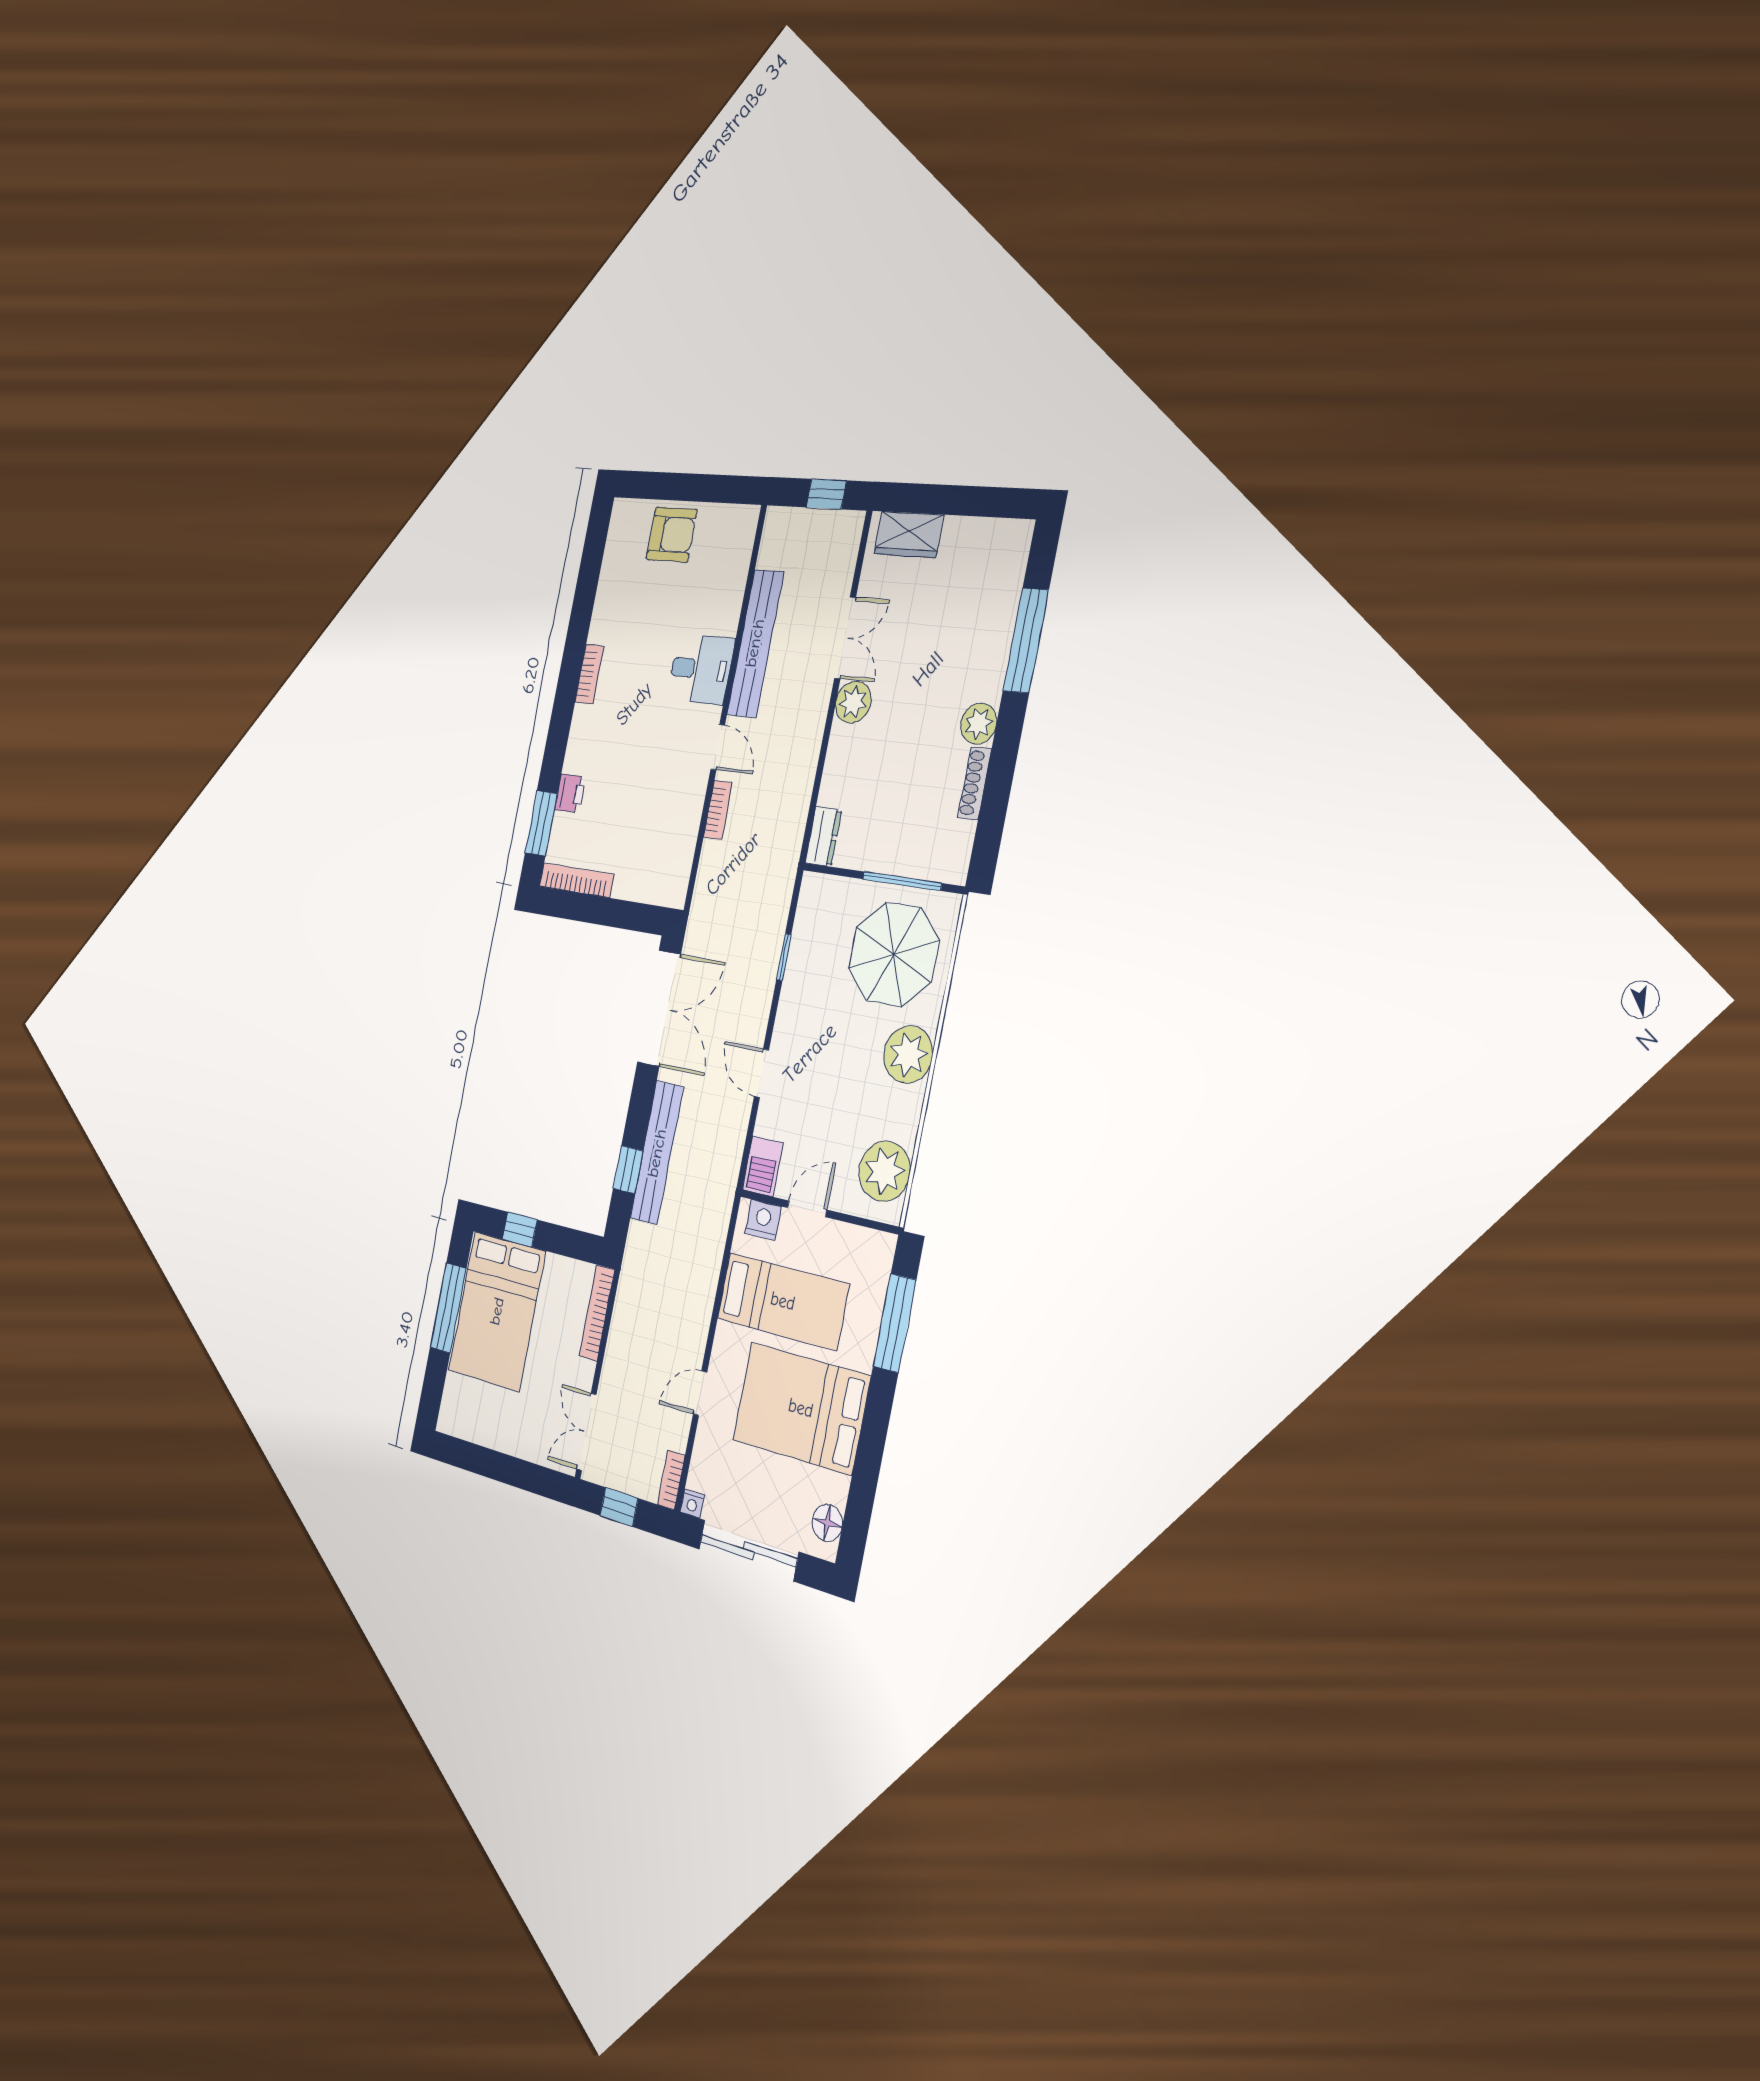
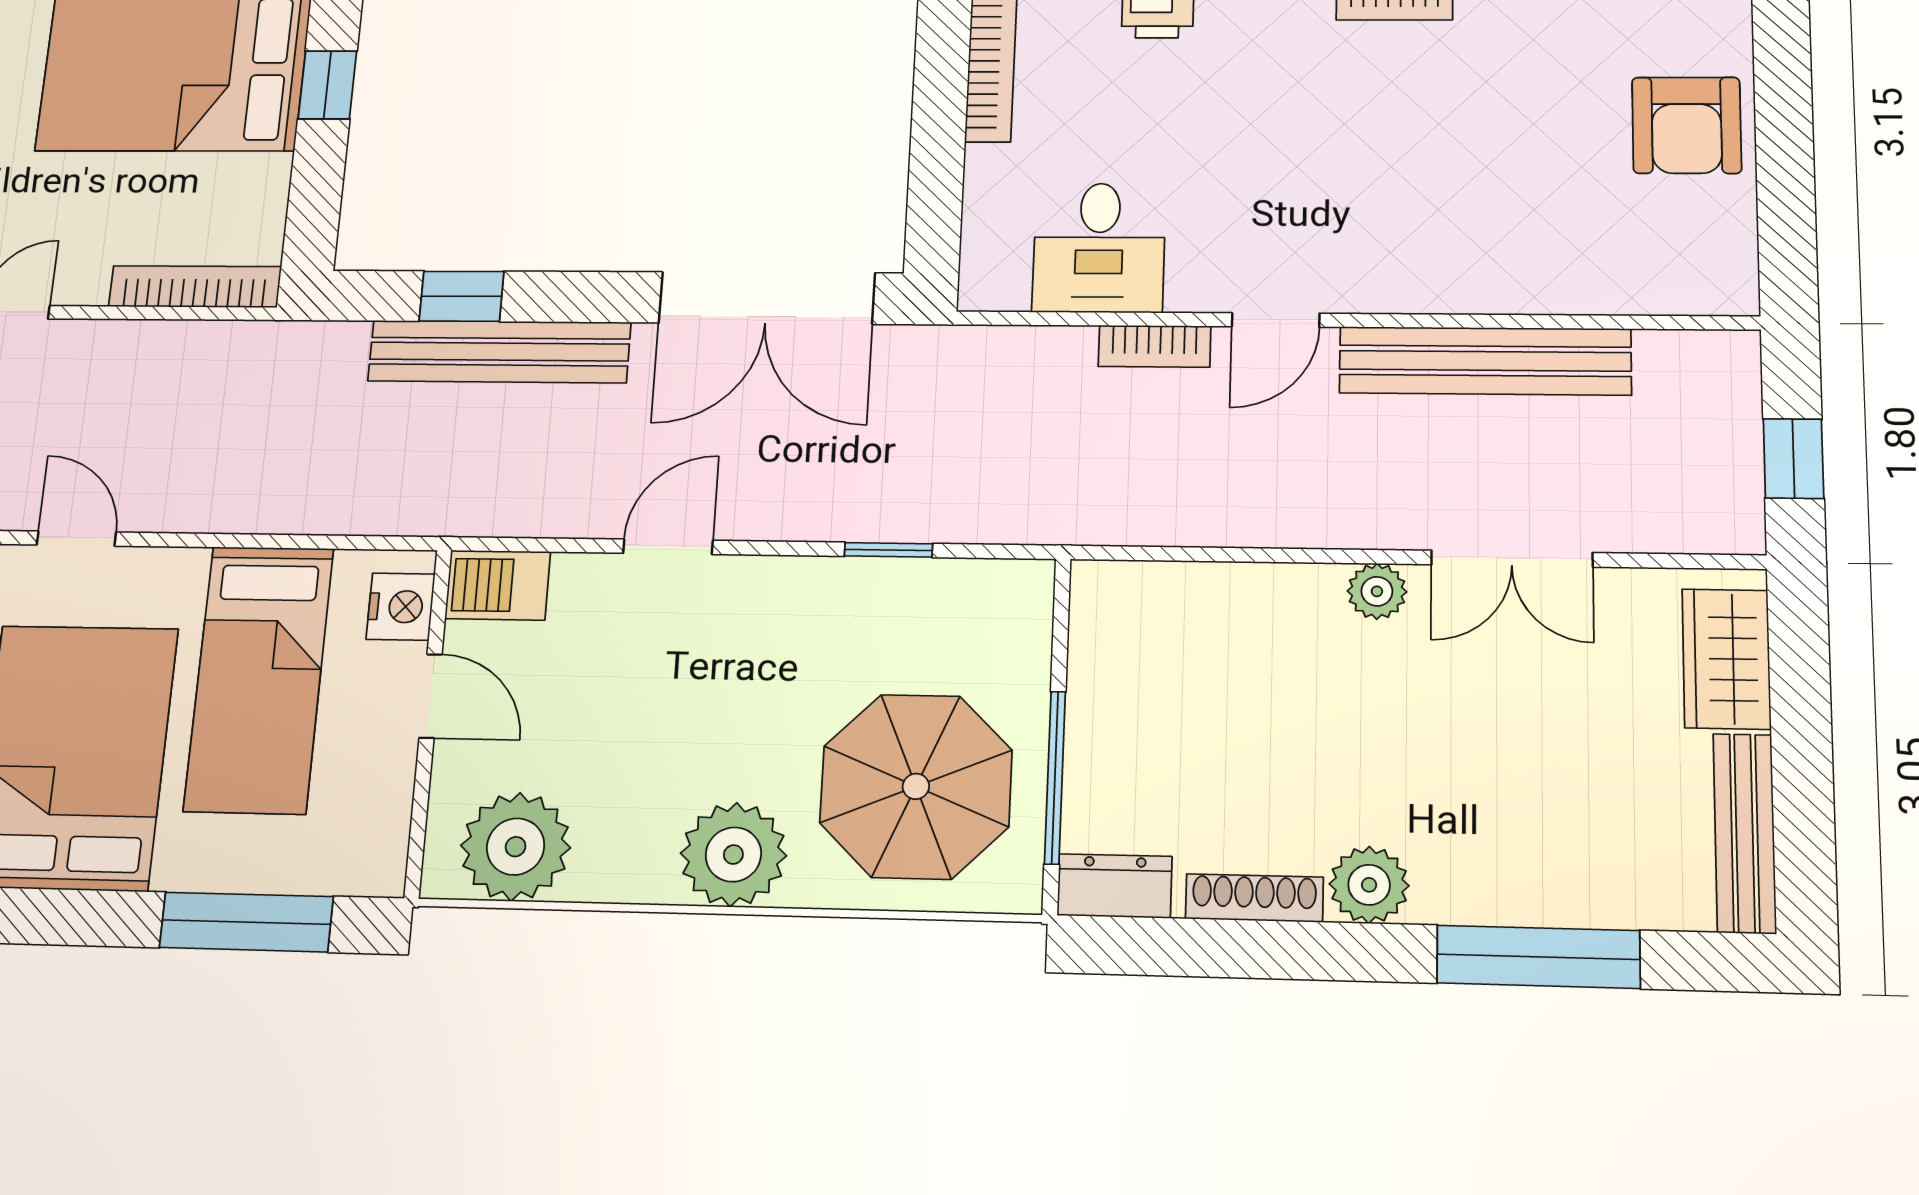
bench: (988, 532) -> (1745, 833), added
desk: (701, 669) -> (1099, 248), moved
plant: (853, 702) -> (1377, 591), width x0.73, depth x0.73
dresser: (823, 837) -> (1115, 886), moved, turned 180

